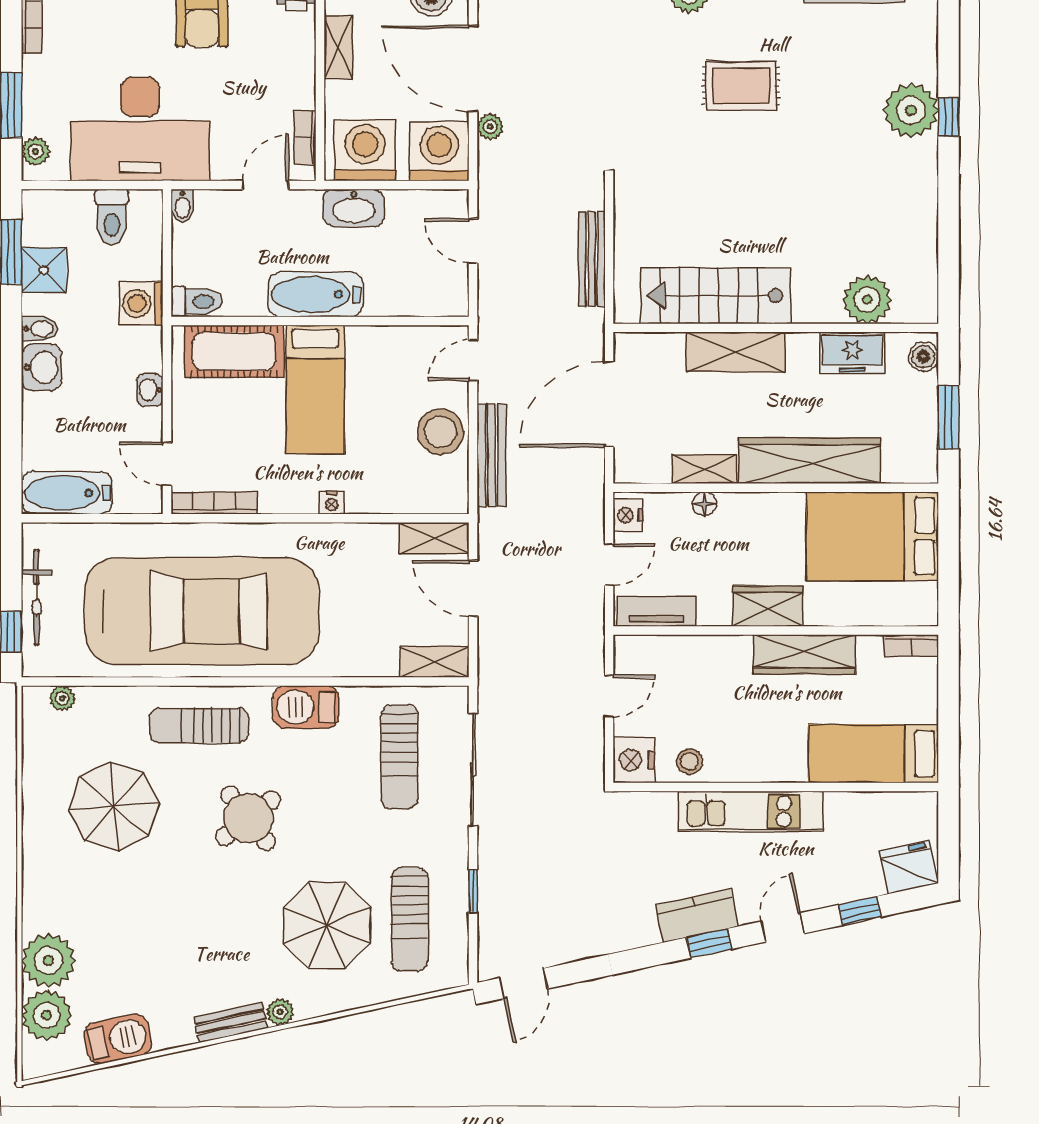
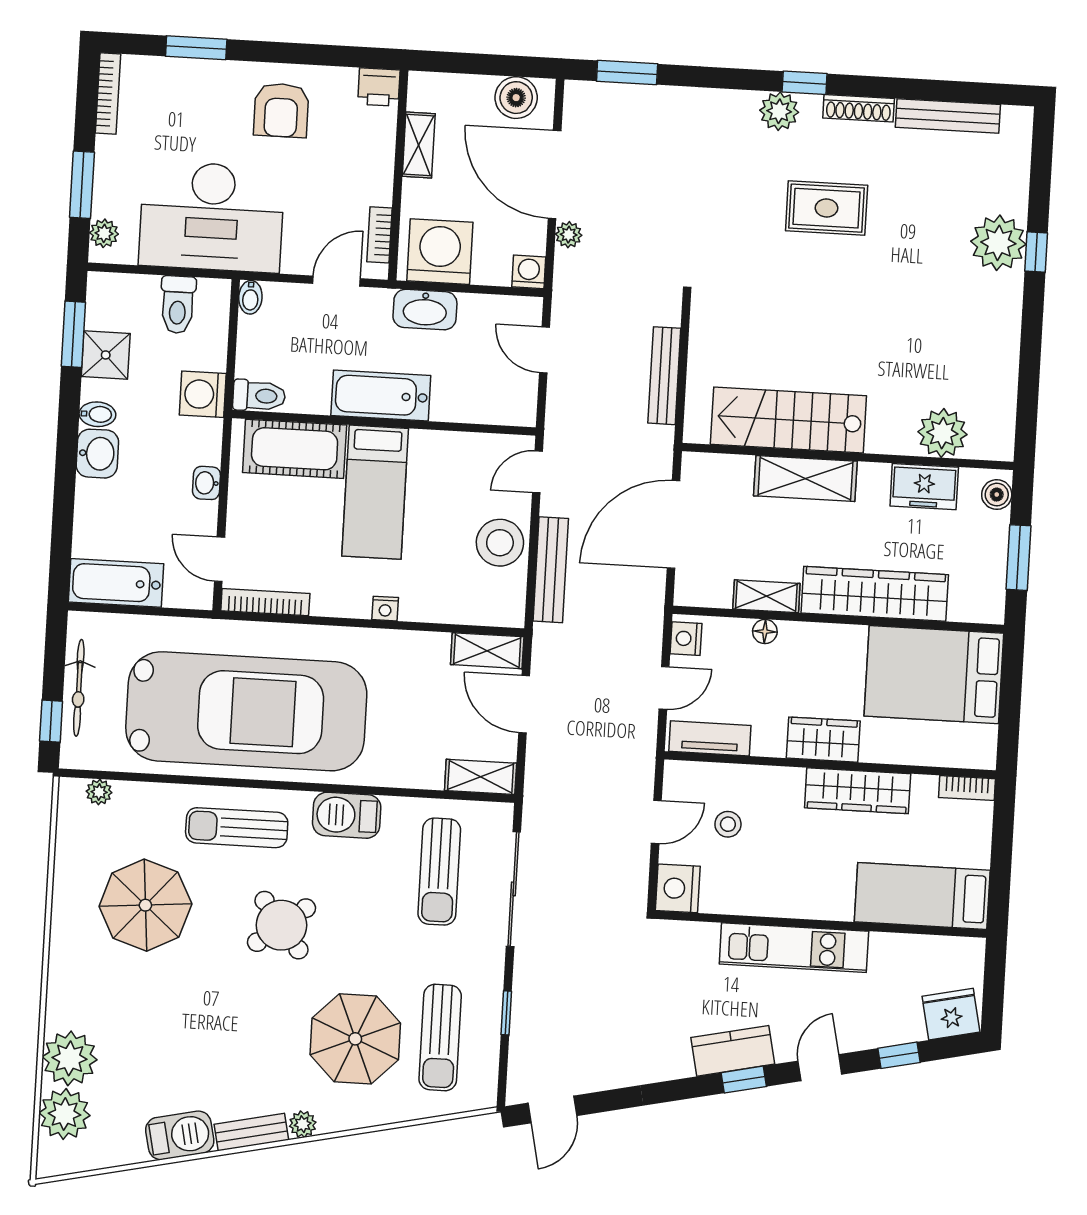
washing machine: (439, 151) -> (529, 272), width x0.53, depth x0.53
stool: (689, 761) -> (728, 824), moved
barbecue: (118, 1039) -> (180, 1135), moved

